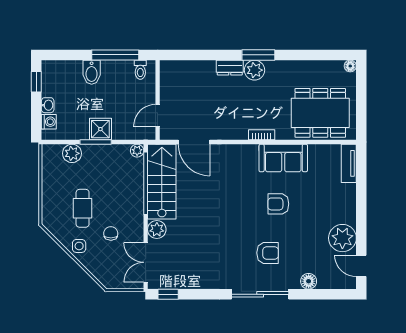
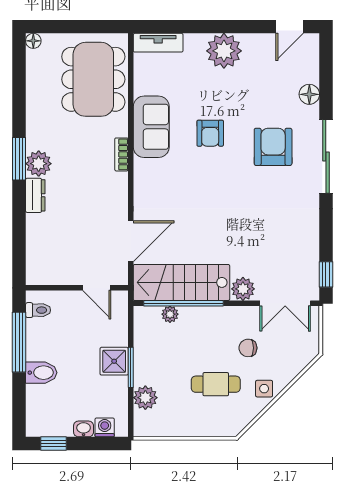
plant: (137, 151) -> (170, 314), moved
plant: (342, 238) -> (224, 51), moved
armchair: (268, 253) -> (273, 147), width x1.38, depth x1.38

